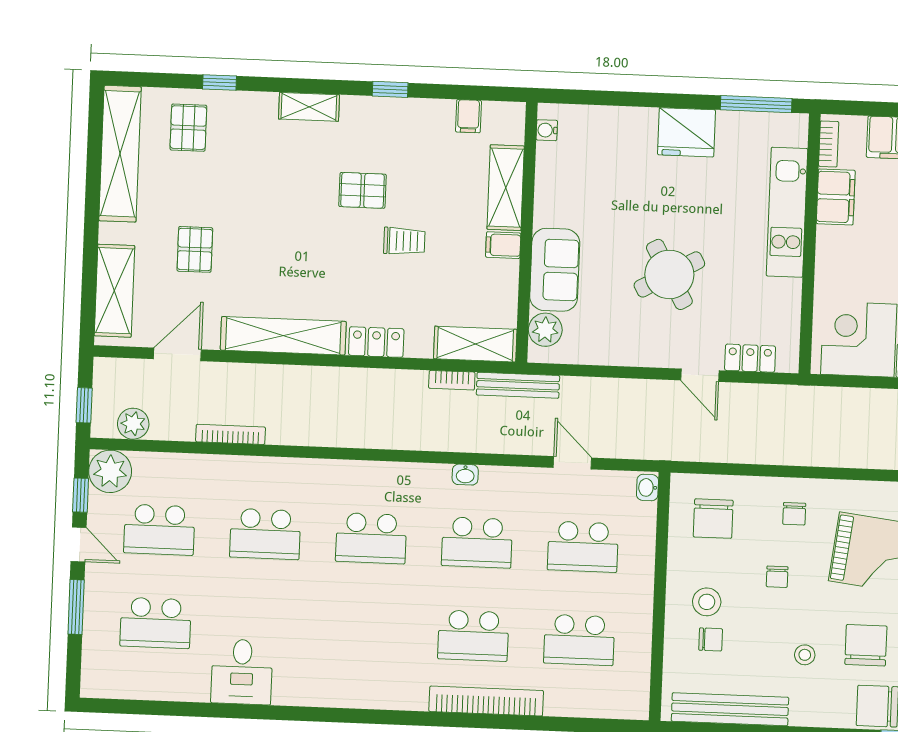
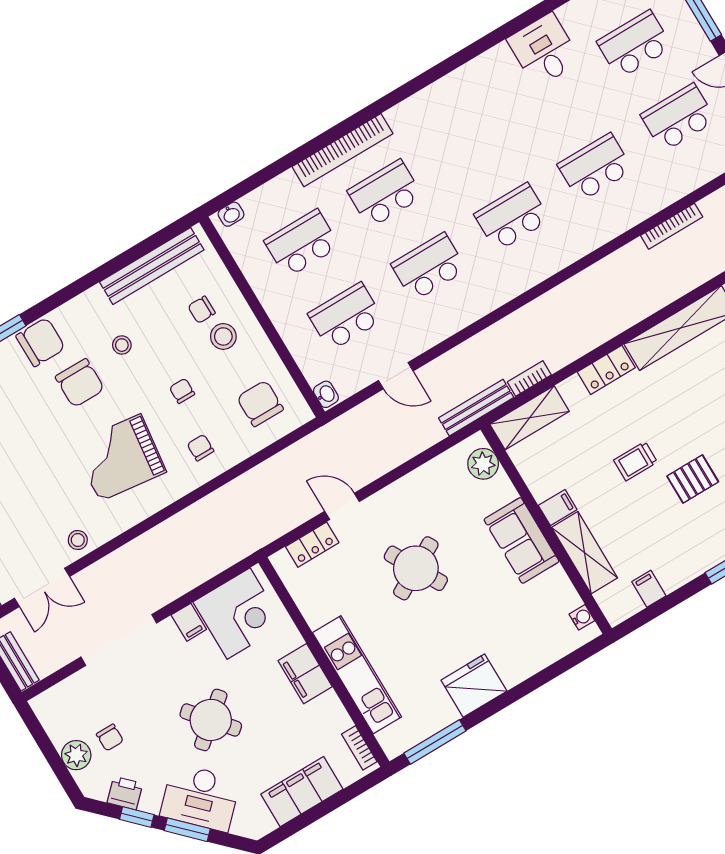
filing cabinet: (836, 197) -> (305, 674), moved
sofa: (555, 270) -> (521, 540), moved
washbasin: (465, 475) -> (231, 214), moved, turned 180

